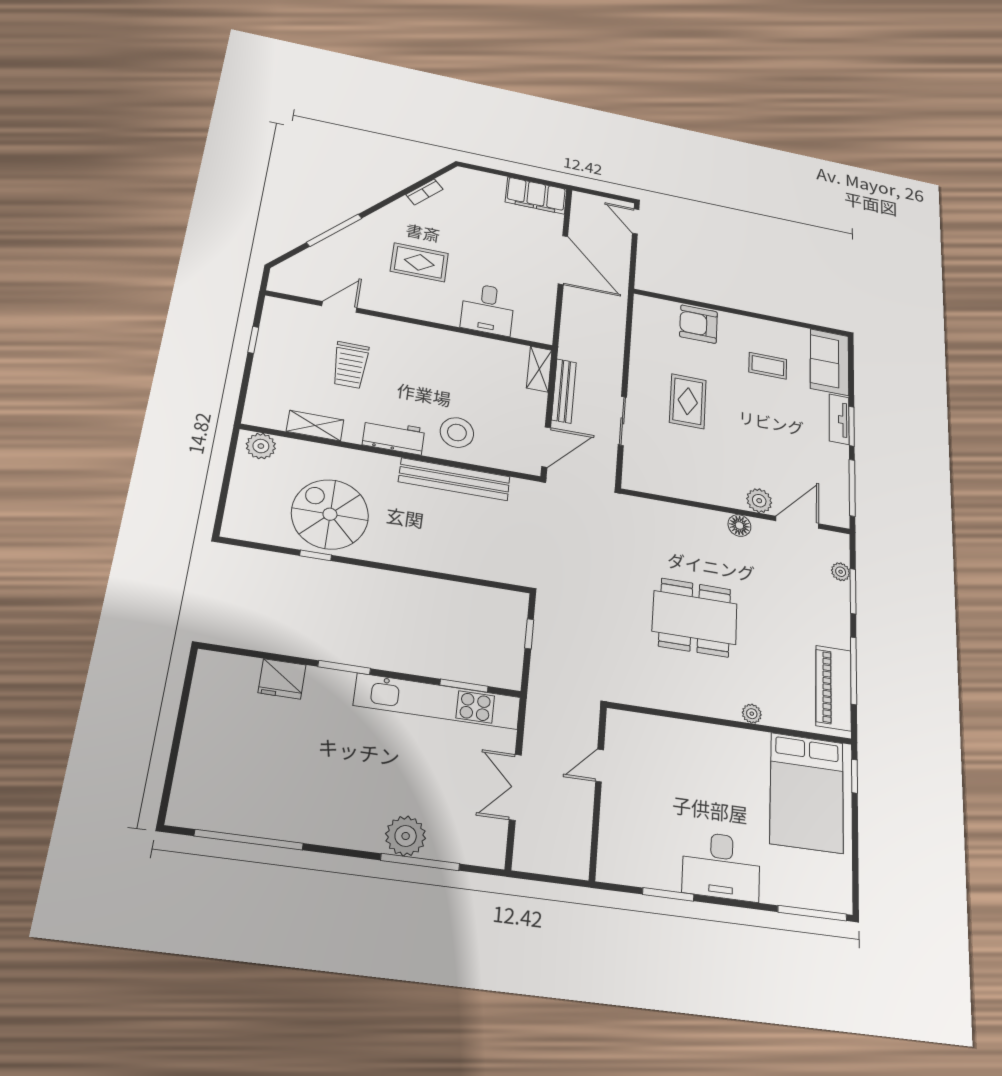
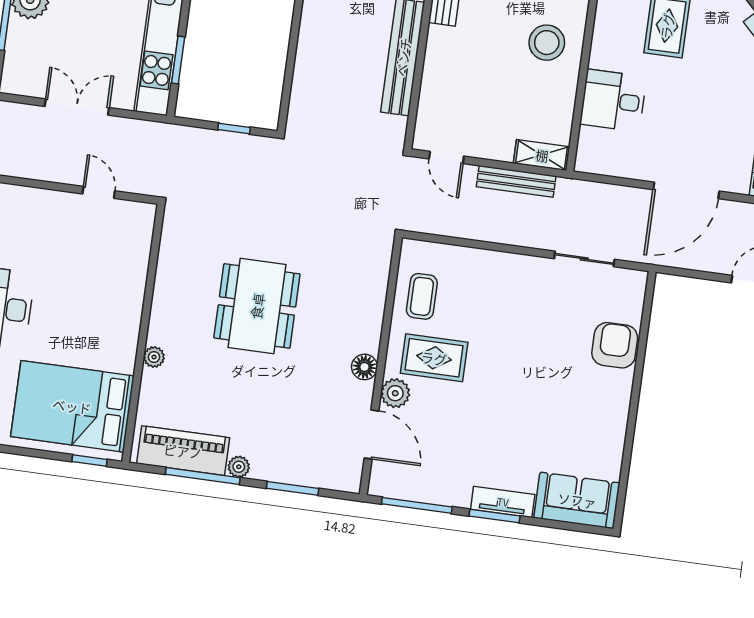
coffee table: (768, 366) -> (422, 296), moved
rug: (688, 401) -> (434, 358), moved
sliding door: (622, 421) -> (584, 259), moved
stool: (457, 433) -> (547, 43), moved
door: (546, 447) -> (446, 158), width x0.73
plant: (841, 572) -> (239, 467), moved

